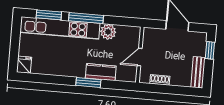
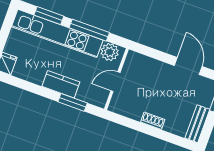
wall: (140, 55) -> (116, 79), moved
door: (140, 57) -> (115, 82), moved
kitchen counter: (101, 72) -> (61, 84), moved

